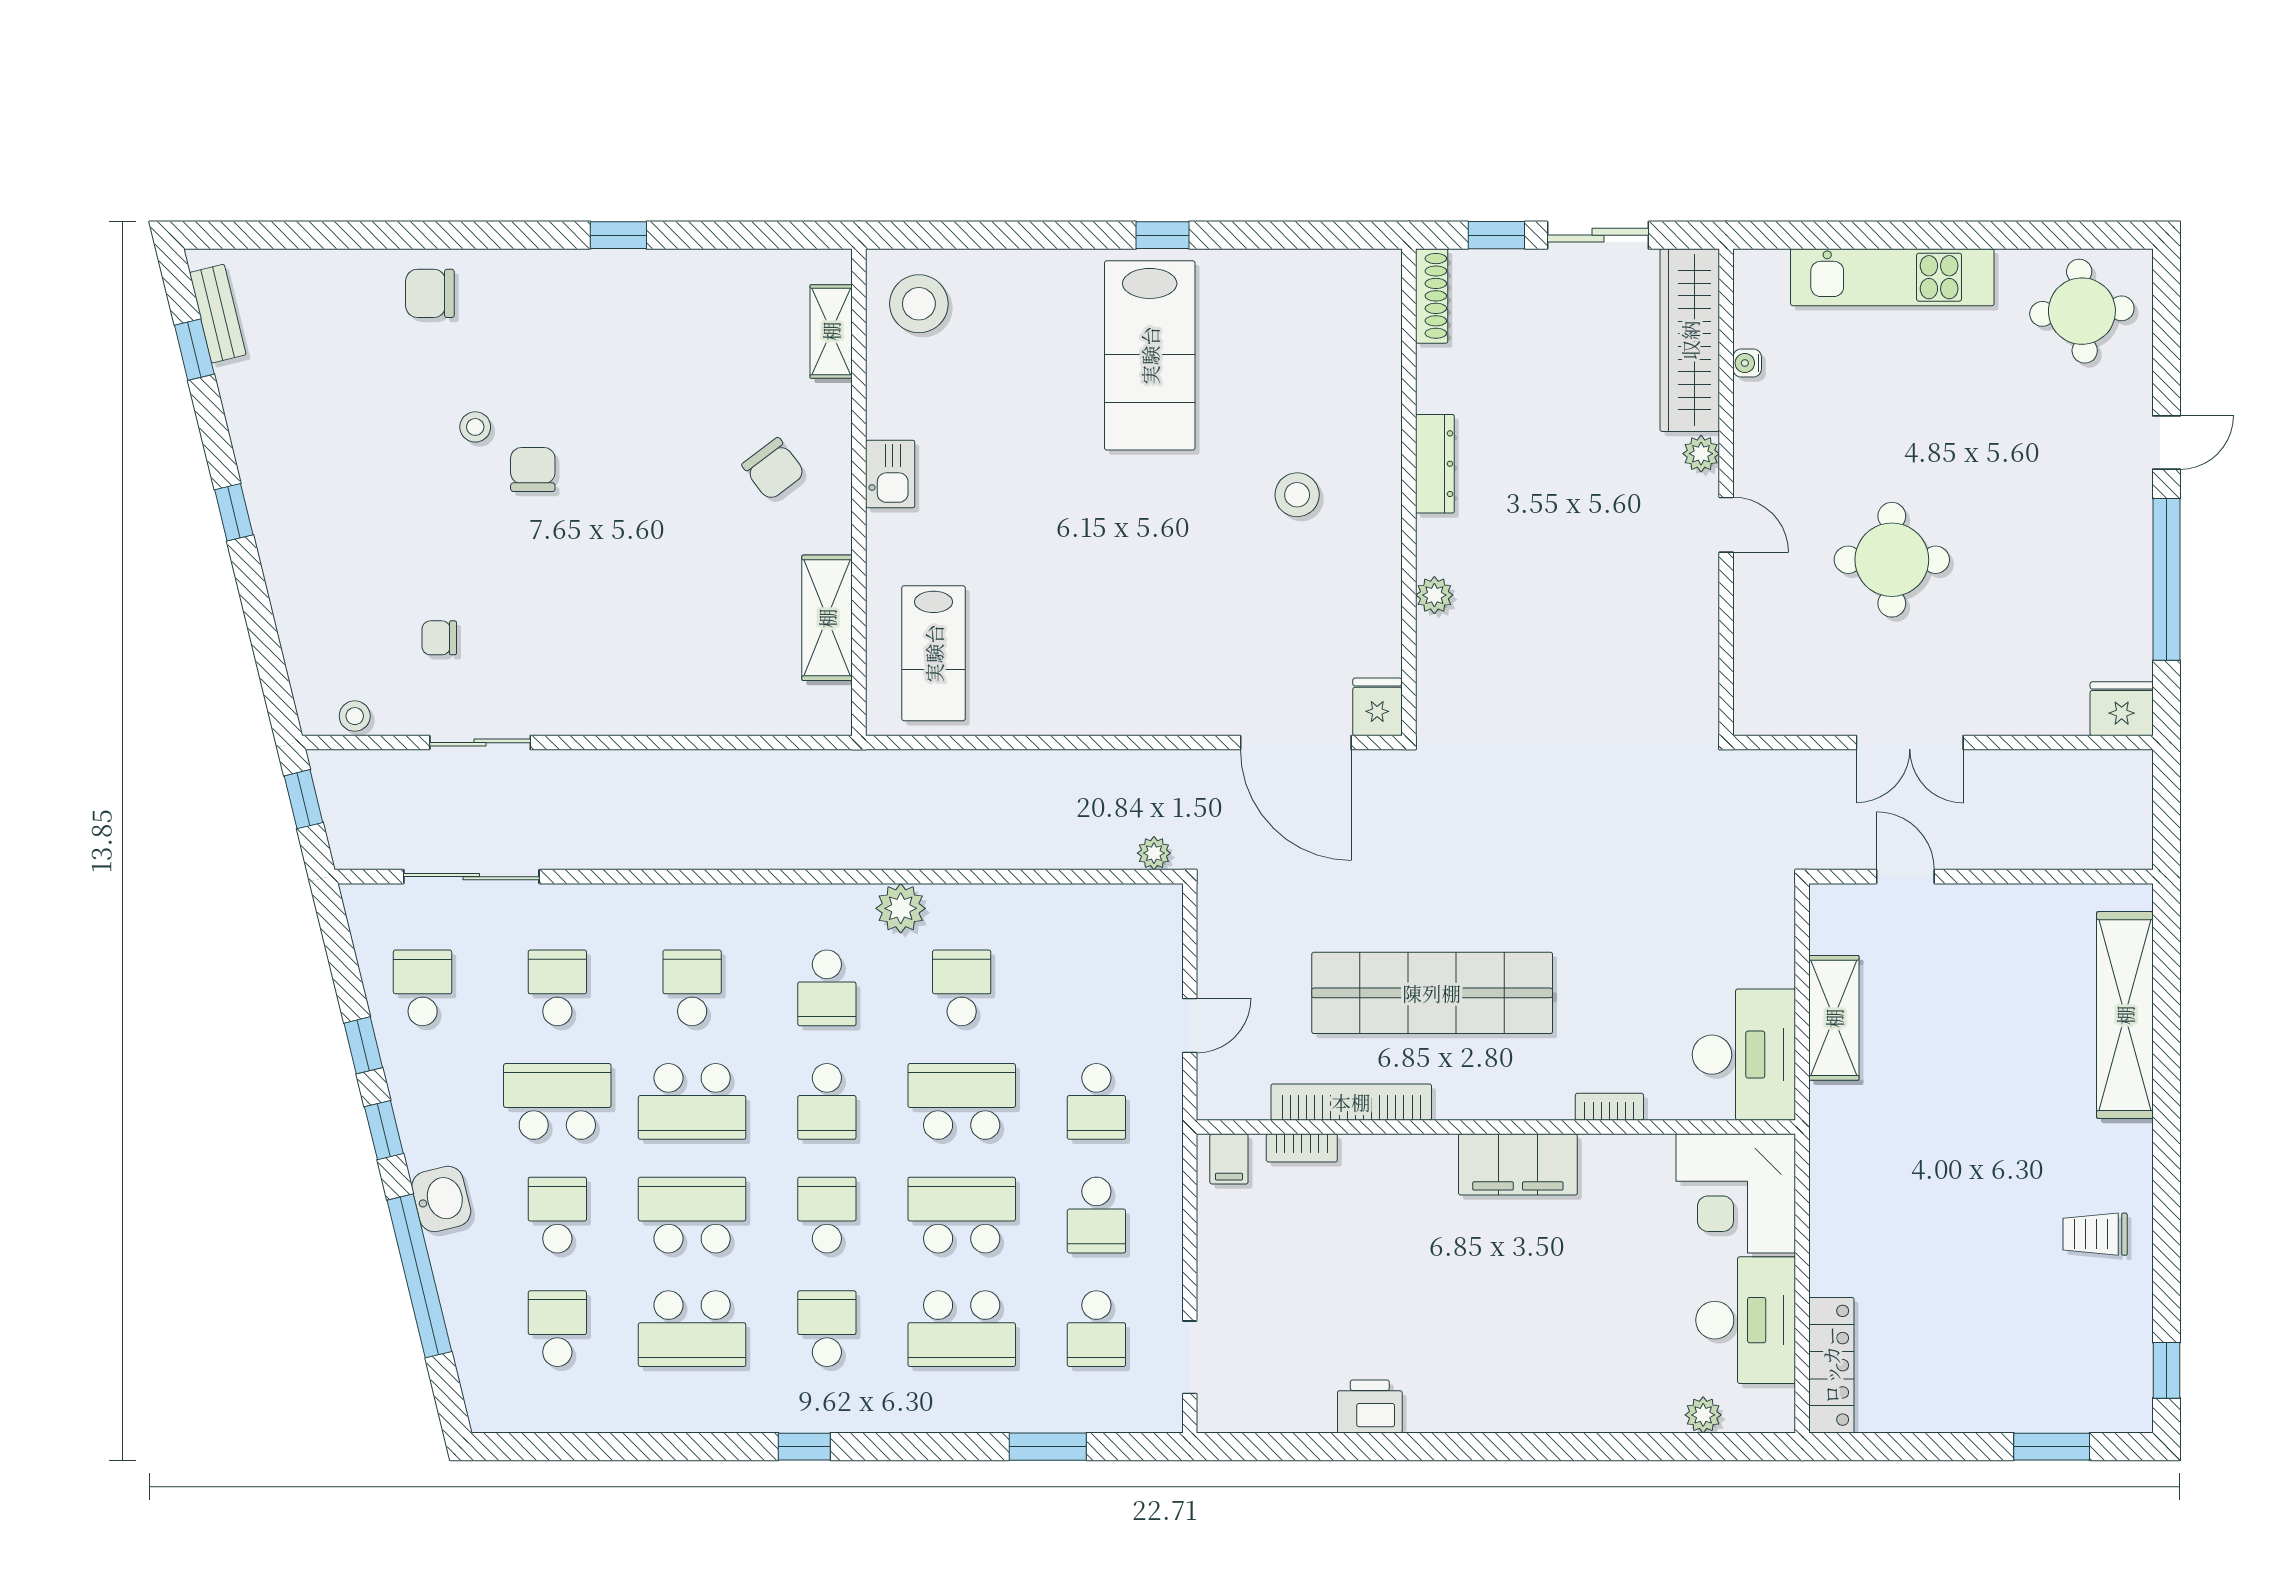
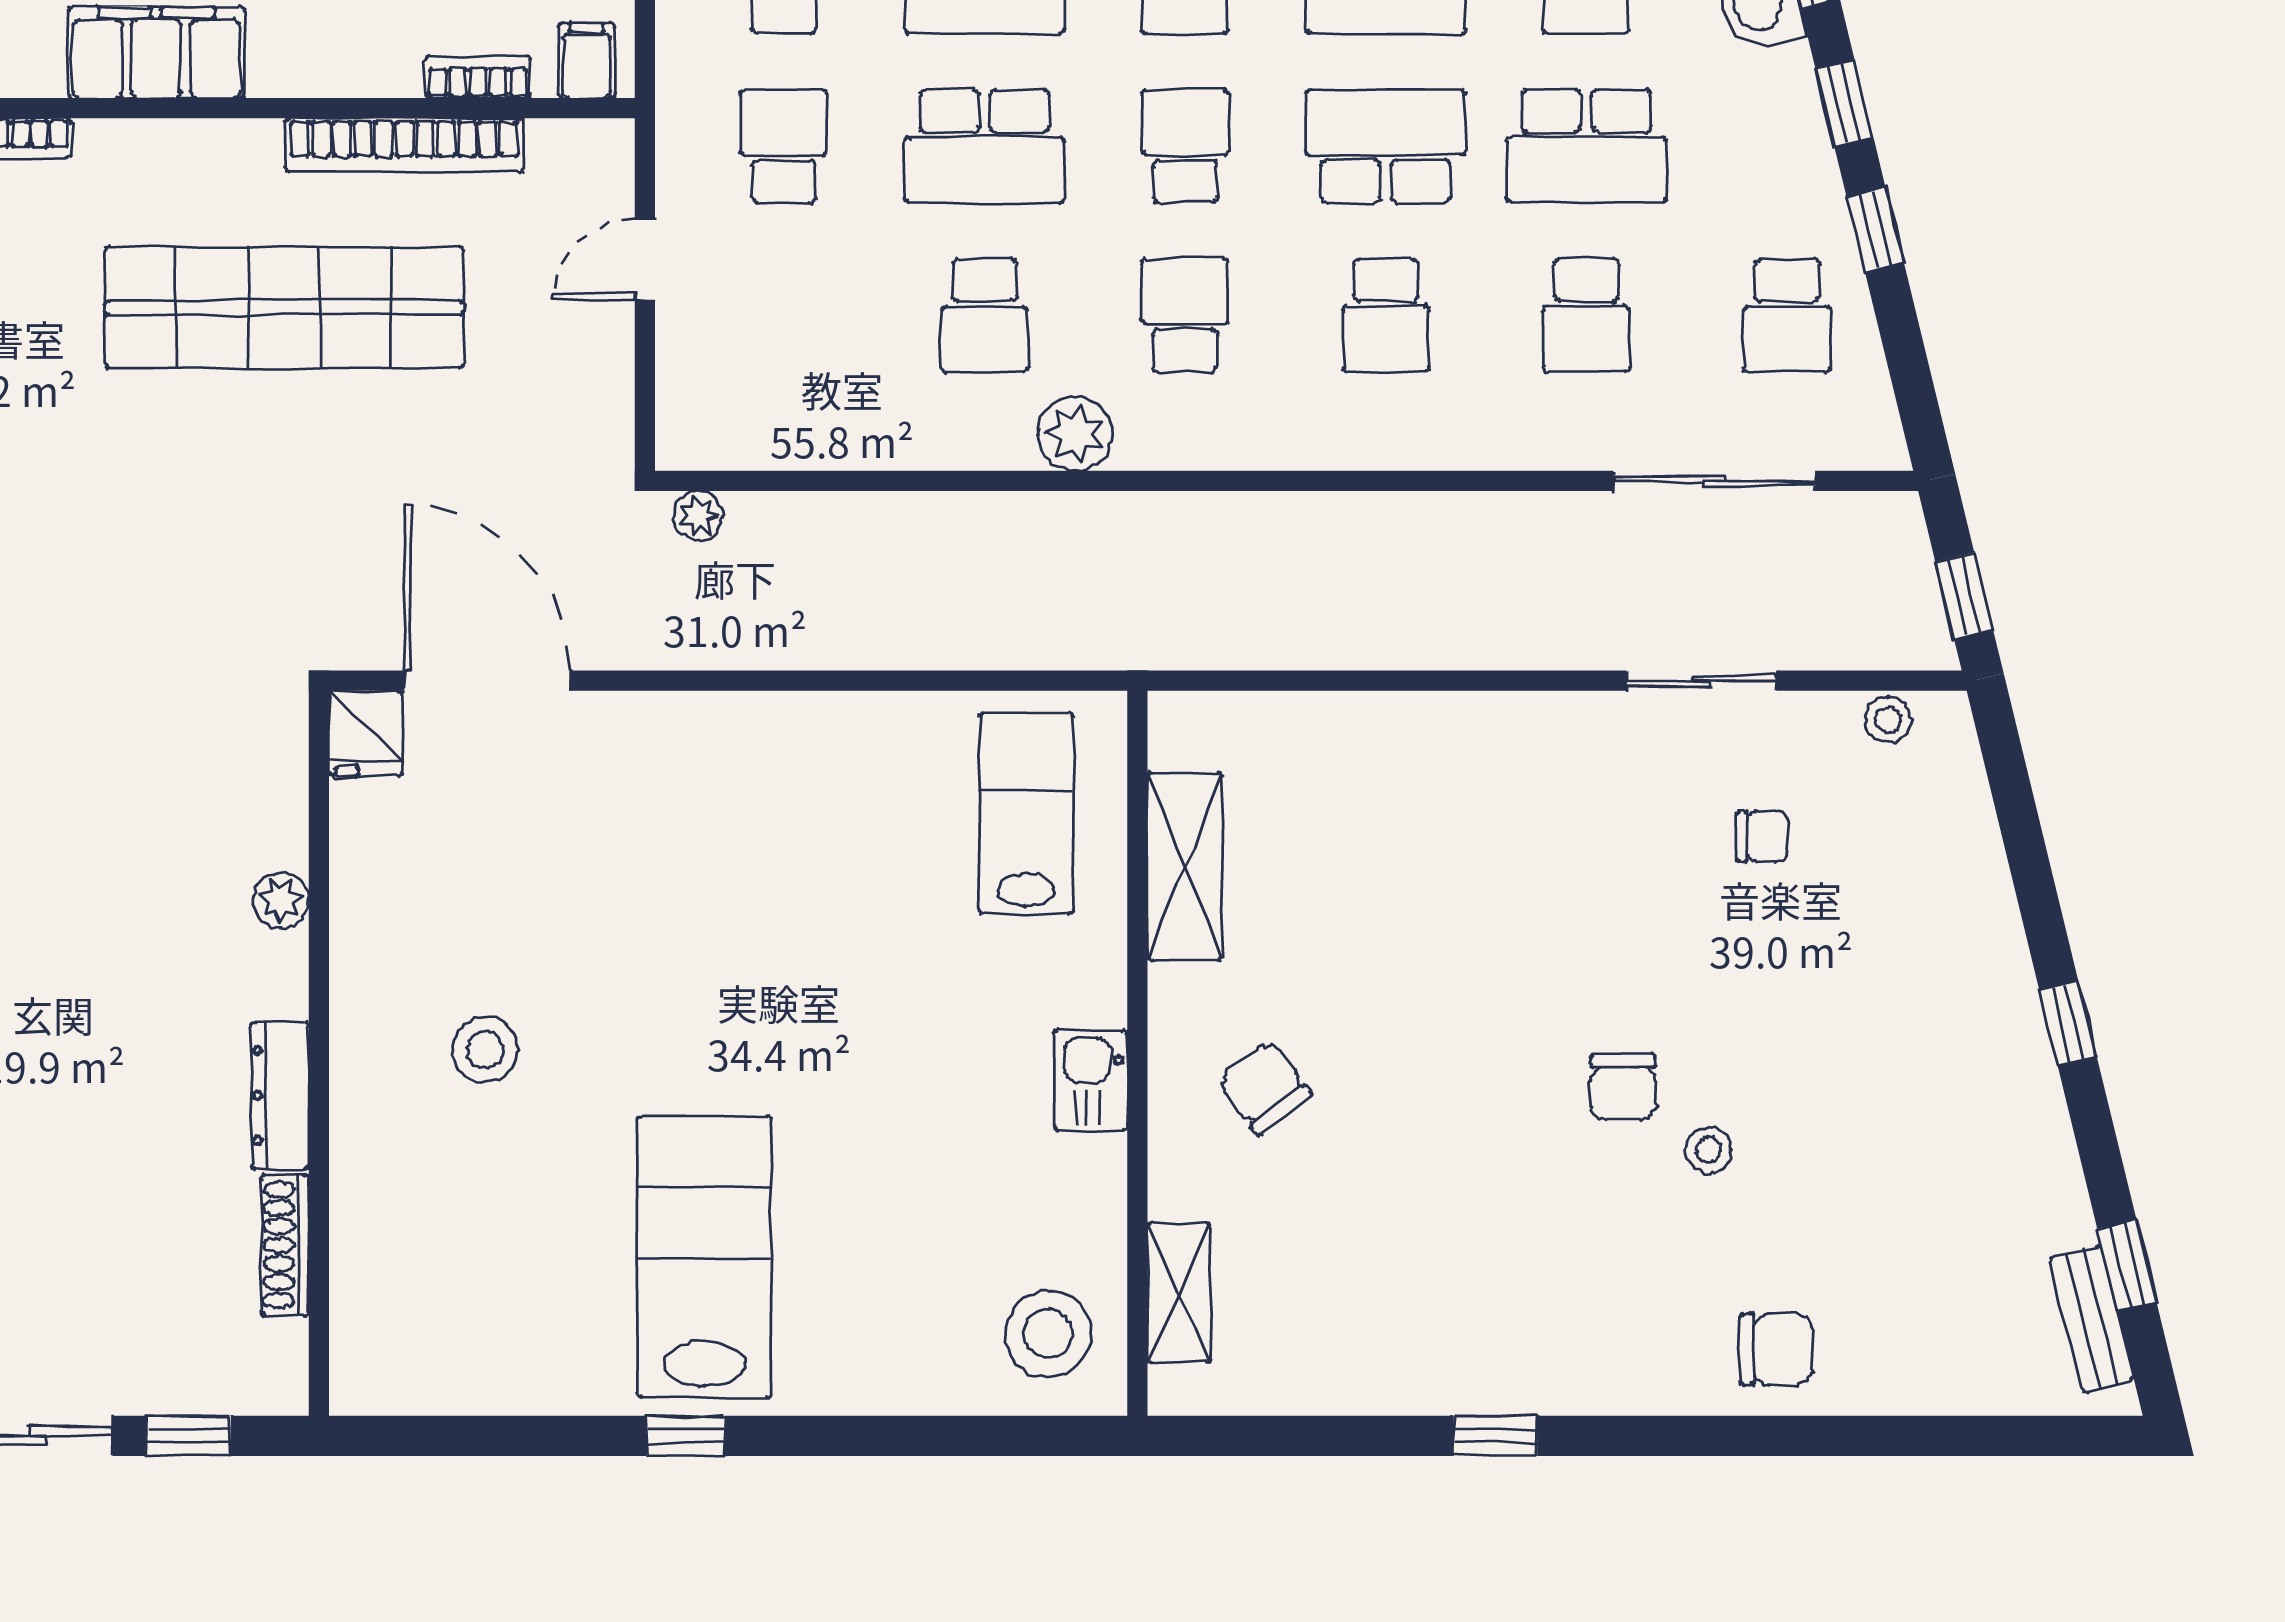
shoe rack: (1432, 296) -> (285, 1245), moved

